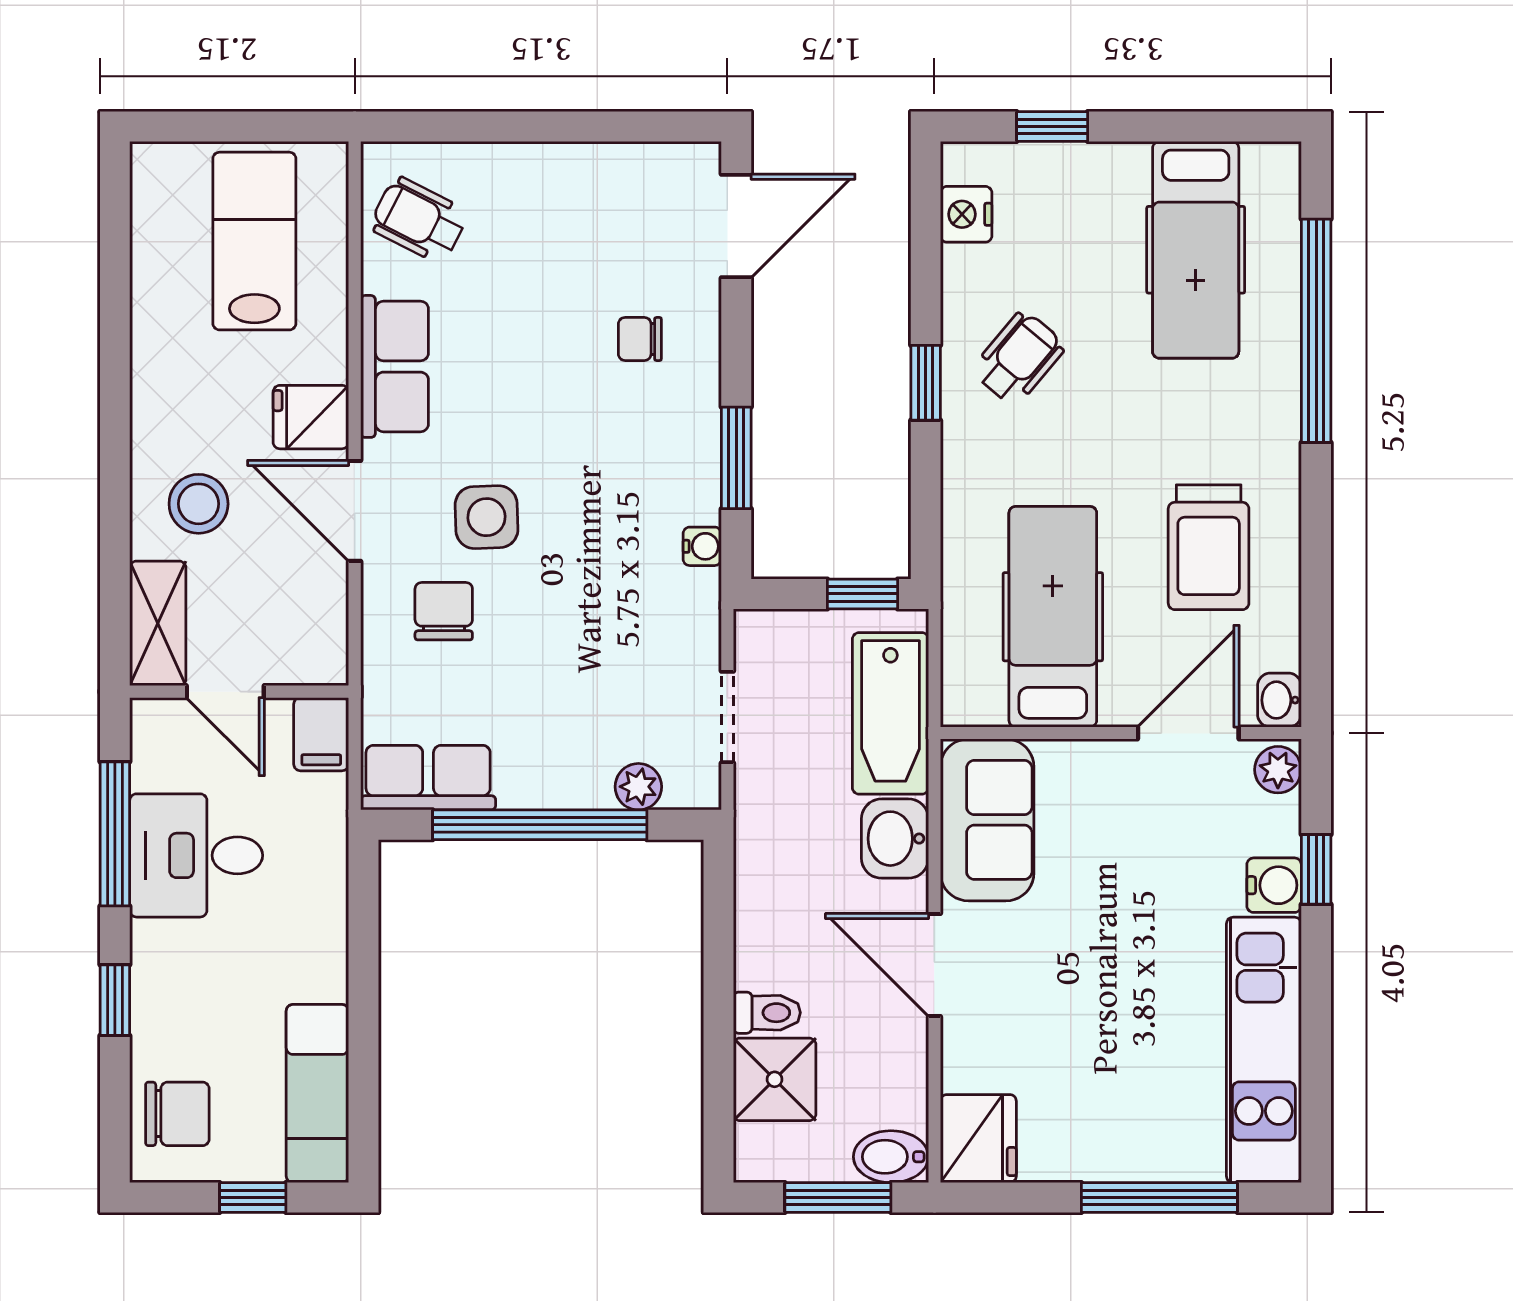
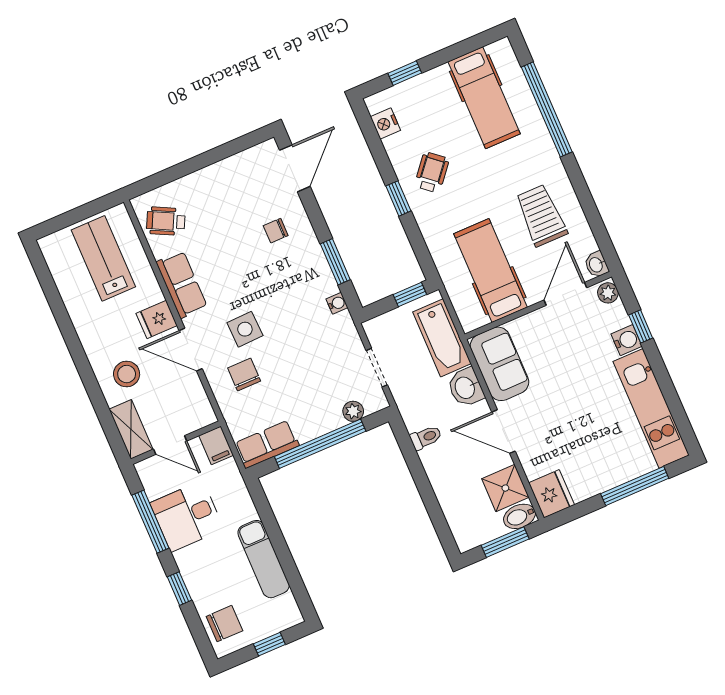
trolley: (1209, 547) -> (541, 215), turned 180
toilet: (767, 1013) -> (426, 437), moved
shower: (775, 1079) -> (505, 488), moved
exam couch: (317, 1094) -> (264, 559), moved

